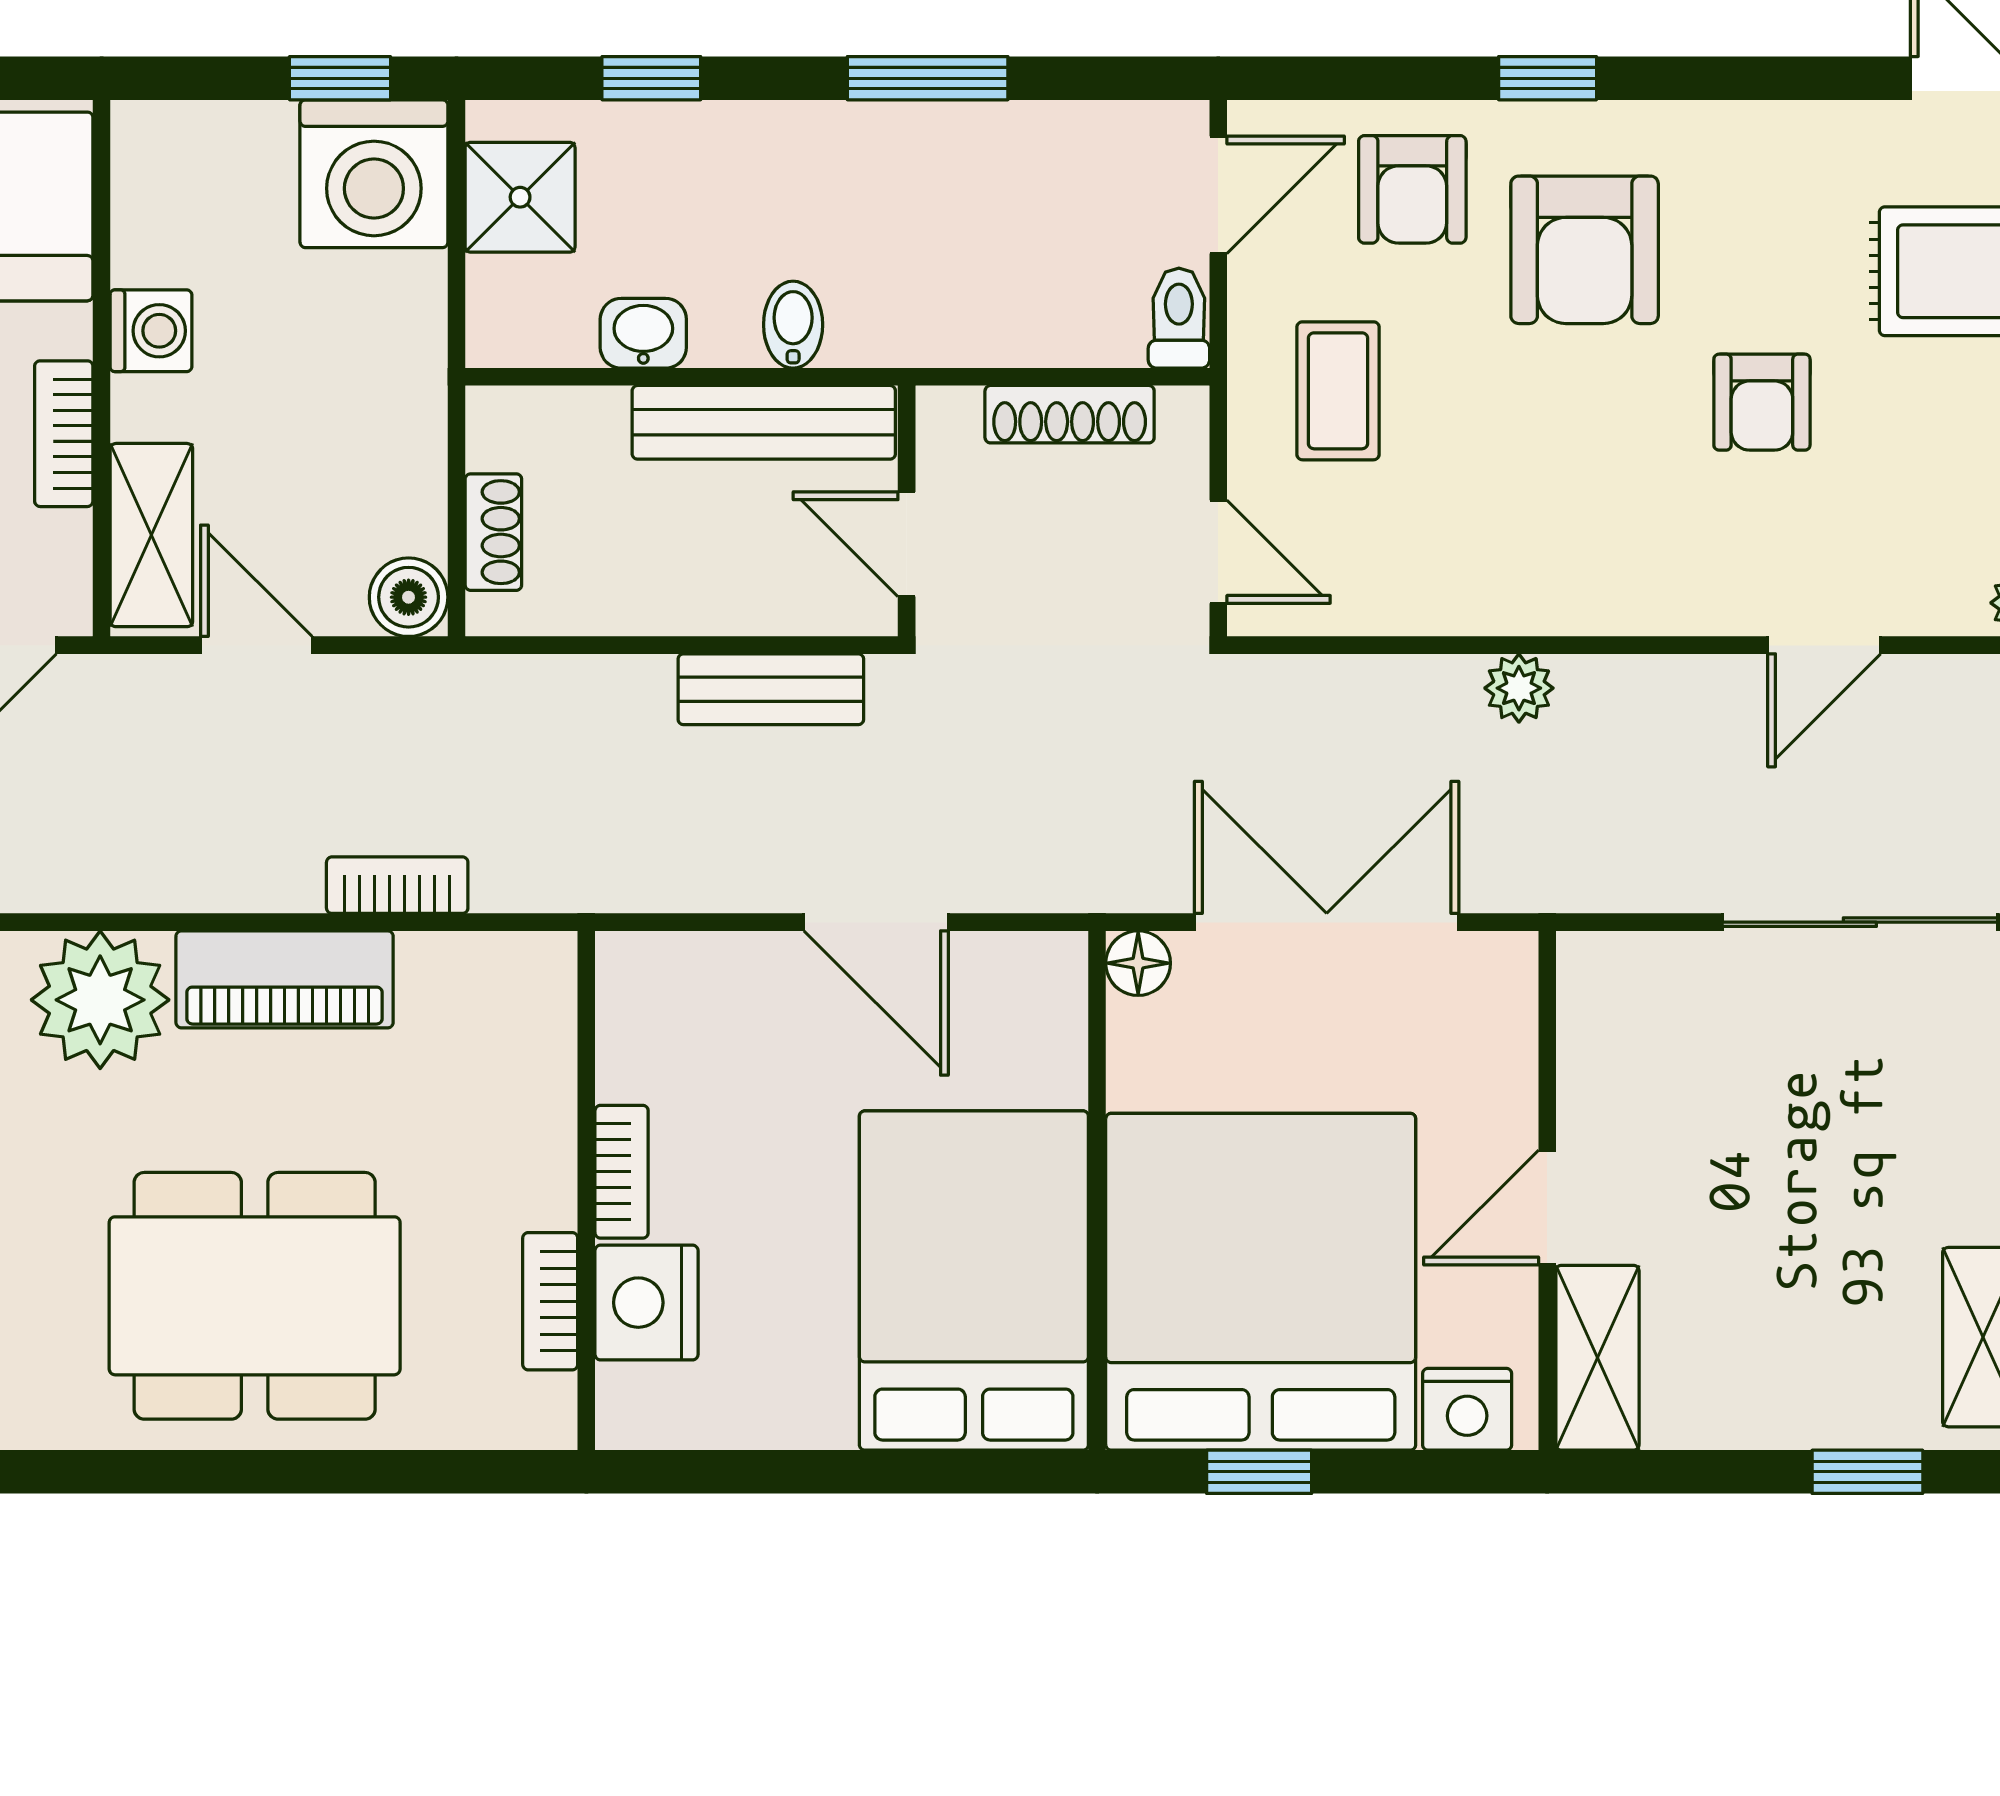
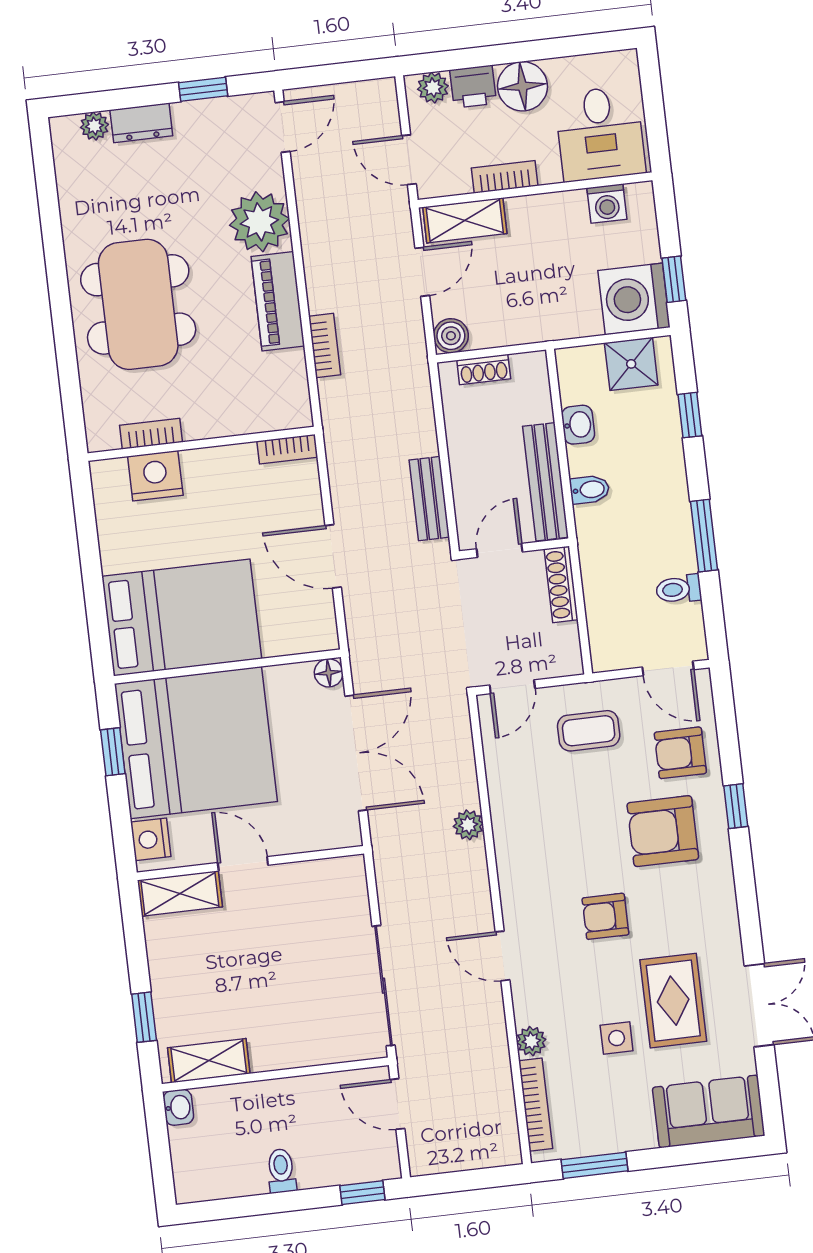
toilet: (1179, 318) -> (679, 589), moved, turned 180
washing machine: (151, 331) -> (607, 204), moved
shoe rack: (1070, 414) -> (561, 584), moved
door: (876, 922) -> (333, 556), hinge flipped
bookcase: (622, 1172) -> (287, 449), moved

